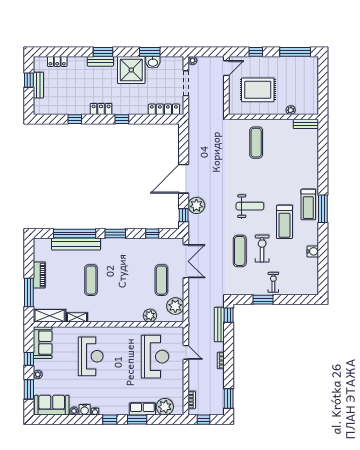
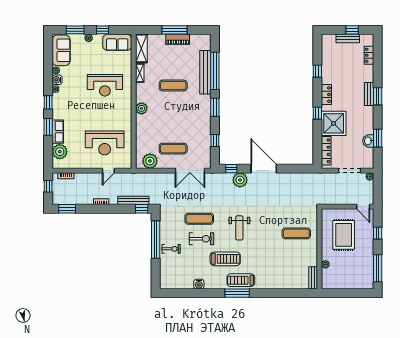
shower: (131, 70) -> (334, 123), moved
treadmill: (284, 222) -> (225, 259), turned 180
window: (29, 292) -> (174, 30), moved
window: (263, 300) -> (156, 240), width x2.11
plant: (150, 316) -> (141, 108), moved

